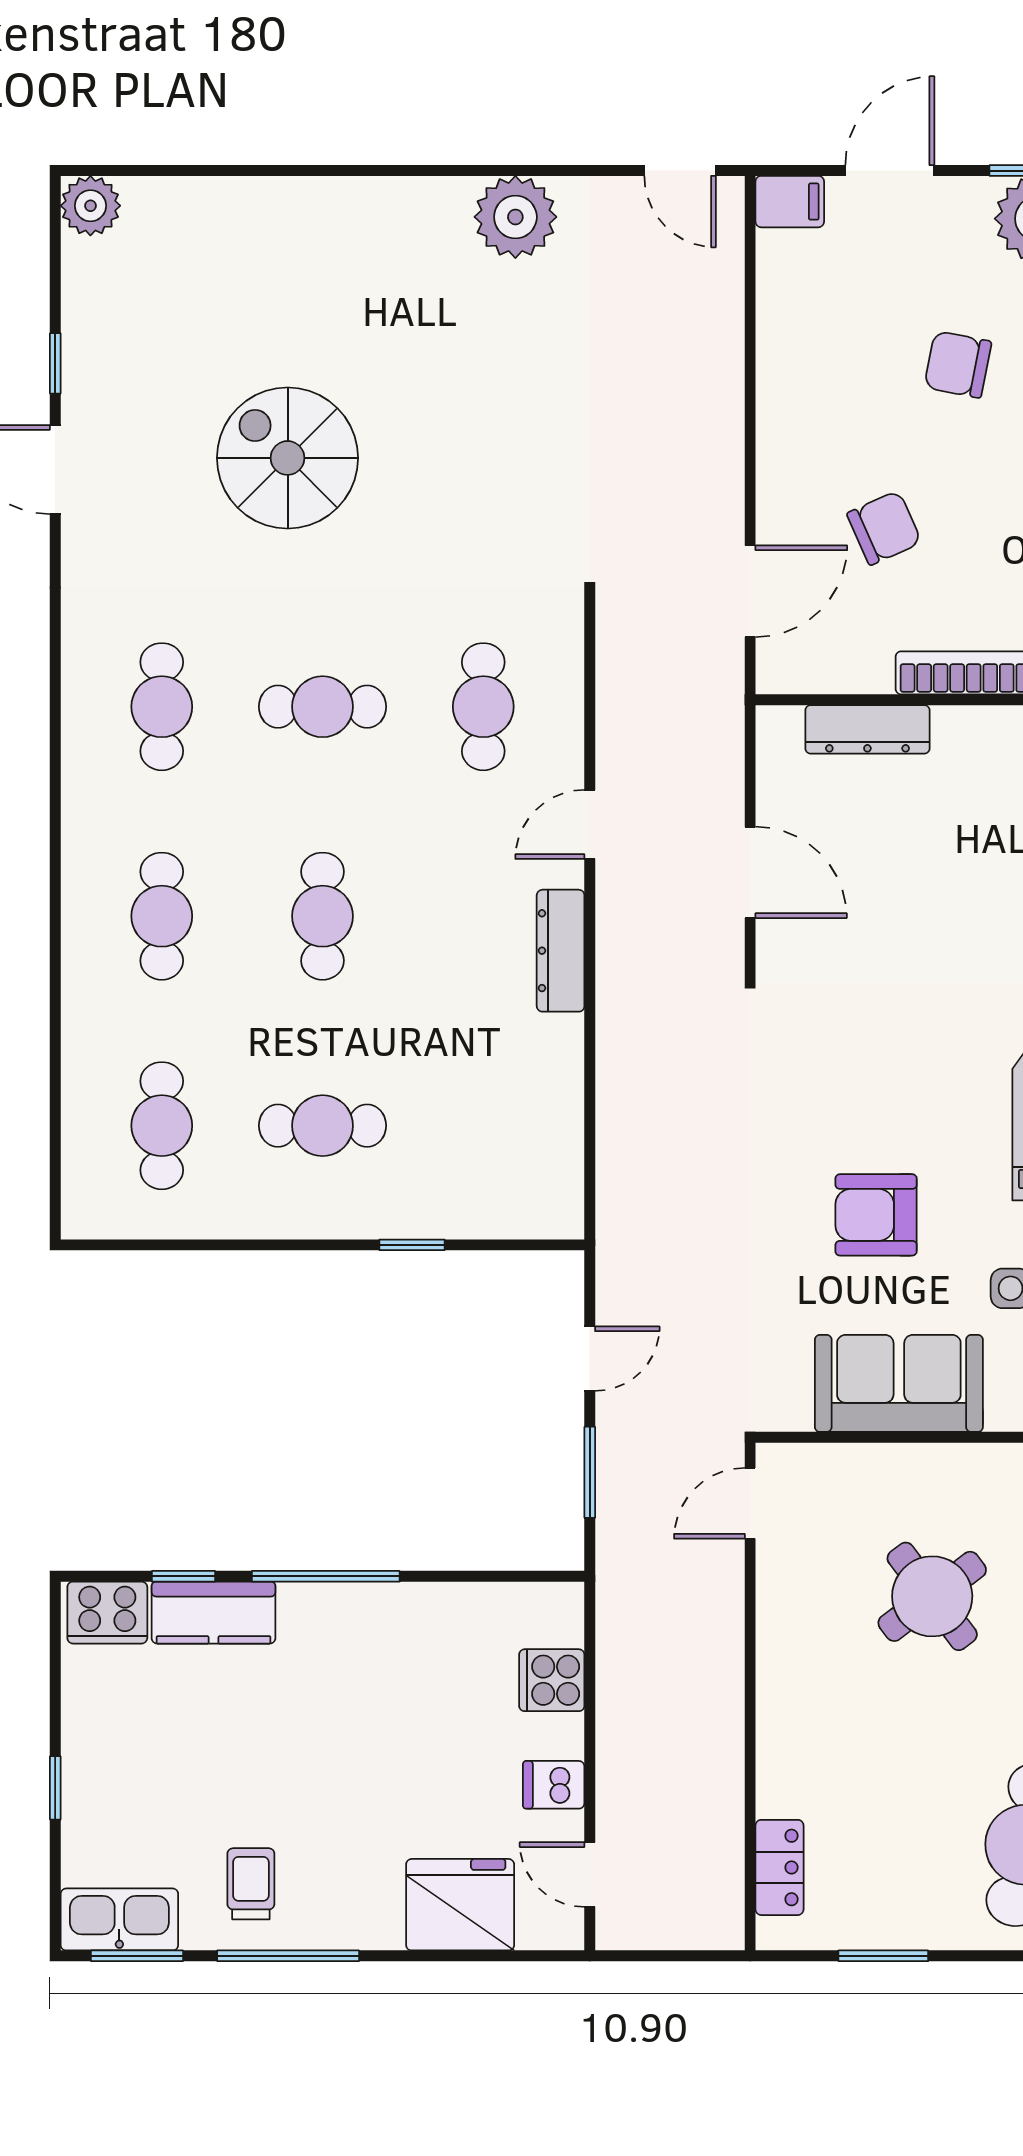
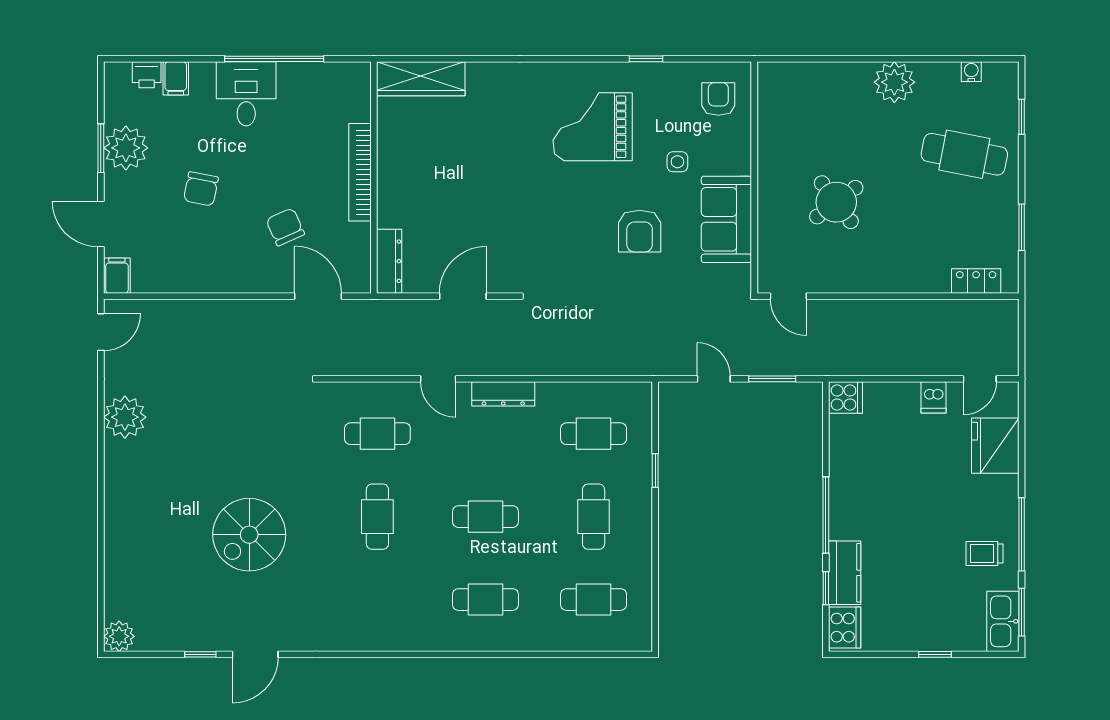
cafe table: (162, 707) -> (594, 434), moved
dresser: (867, 729) -> (389, 261), moved
cooker: (552, 1680) -> (846, 398), moved, turned -90

